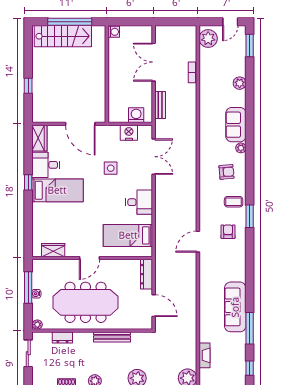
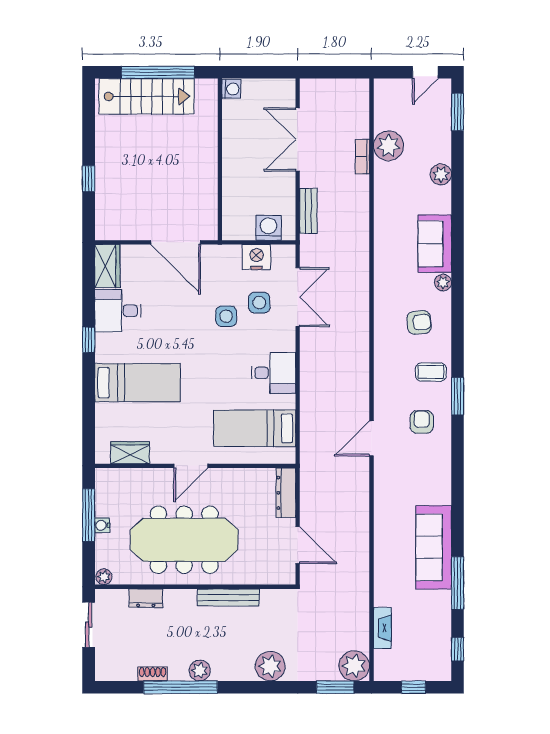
plant: (208, 39) -> (389, 146), moved
side table: (131, 160) -> (259, 303), added
bed: (57, 190) -> (137, 383), moved

